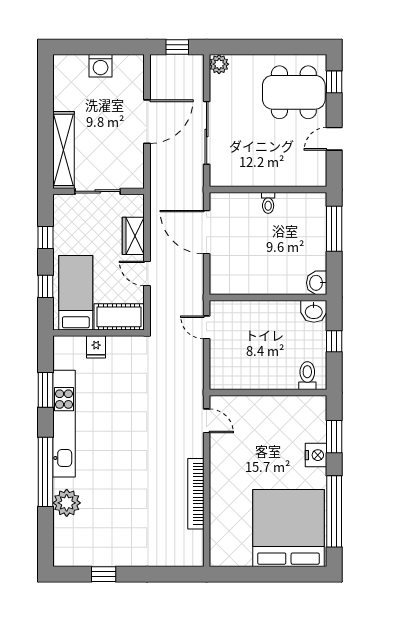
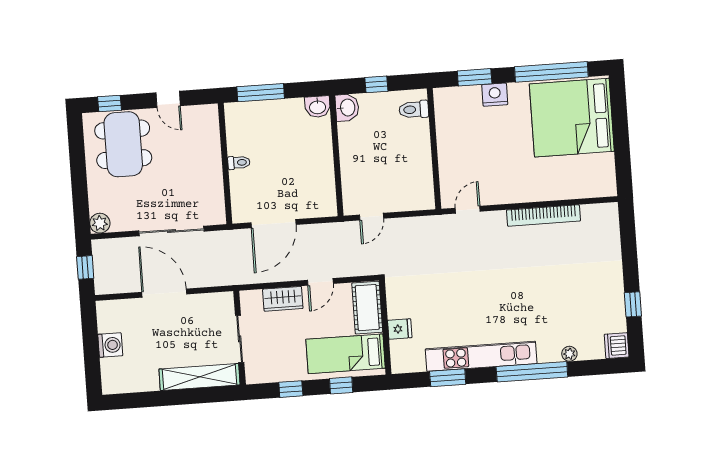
plant: (67, 503) -> (569, 354), width x0.53, depth x0.53
dishwasher: (65, 555) -> (617, 346), added

